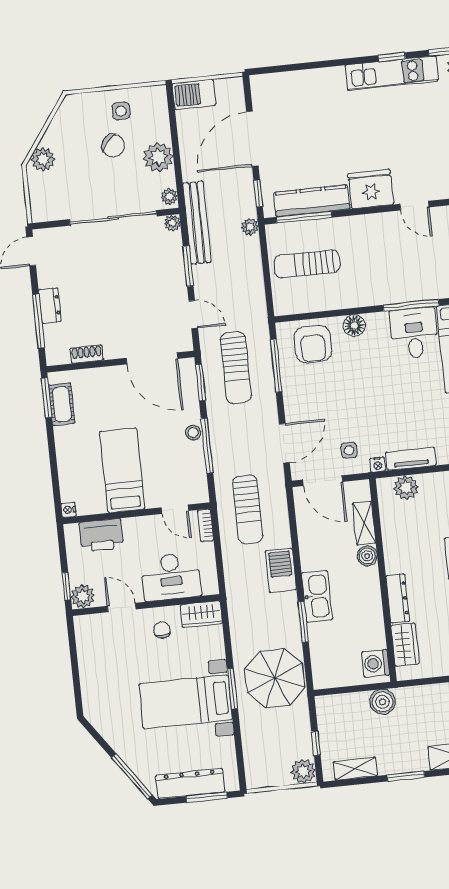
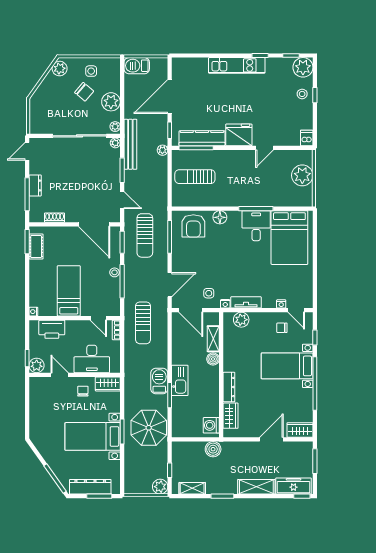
kitchen unit: (392, 73) -> (237, 65), moved
plant: (43, 159) -> (60, 69), moved
door: (414, 206) -> (264, 148), hinge flipped
barbecue: (281, 570) -> (159, 381), moved

